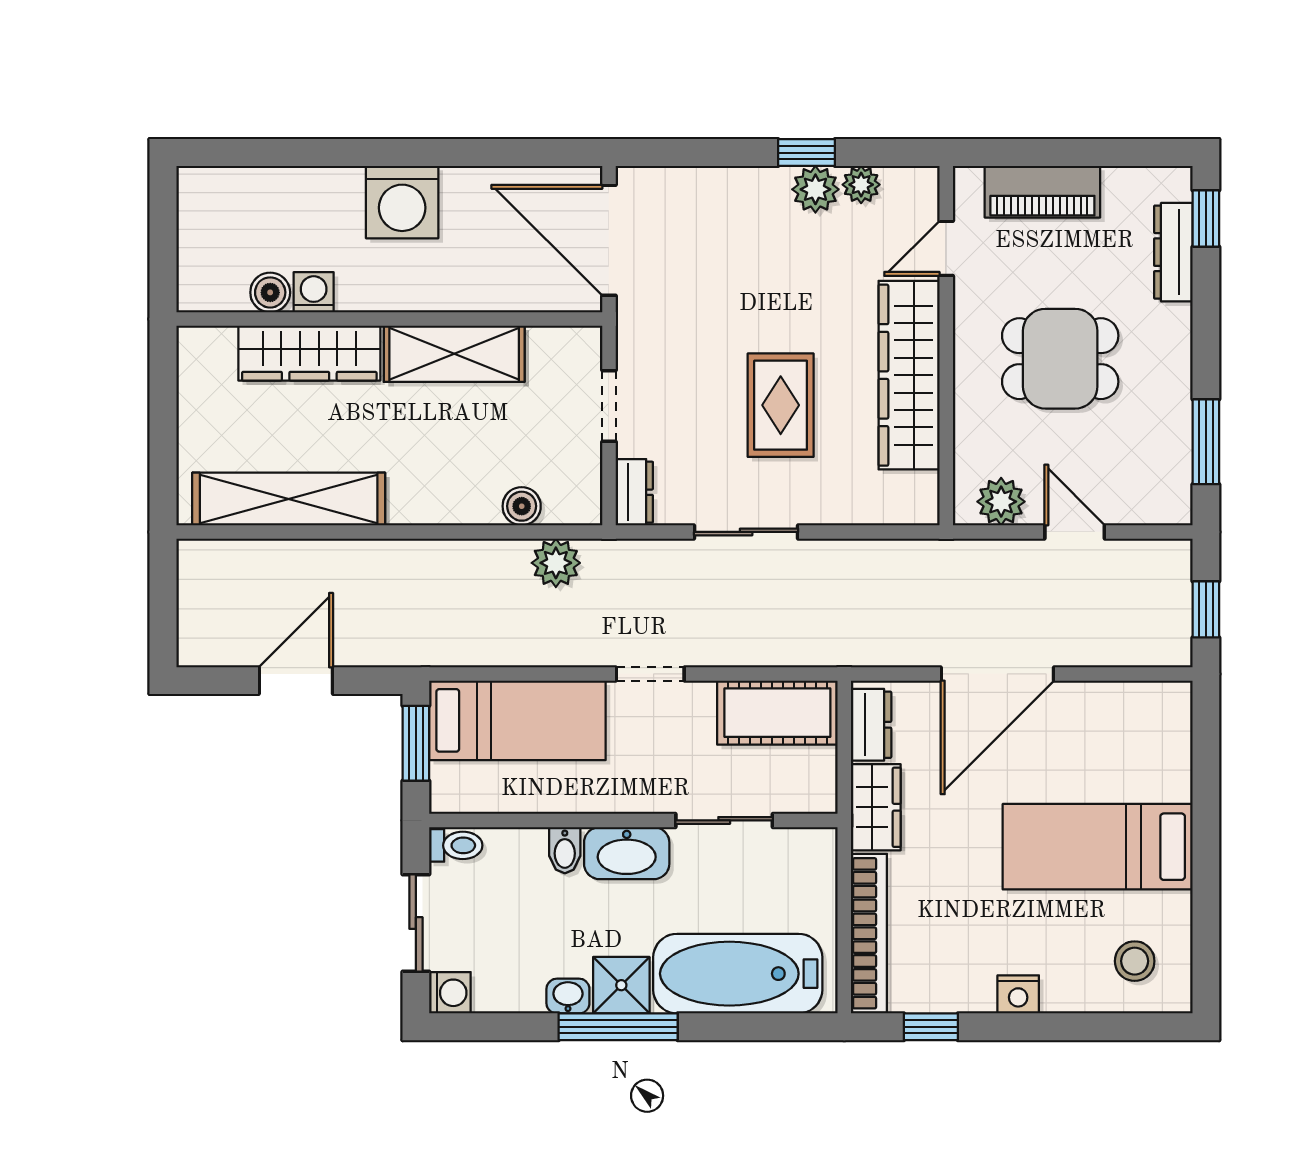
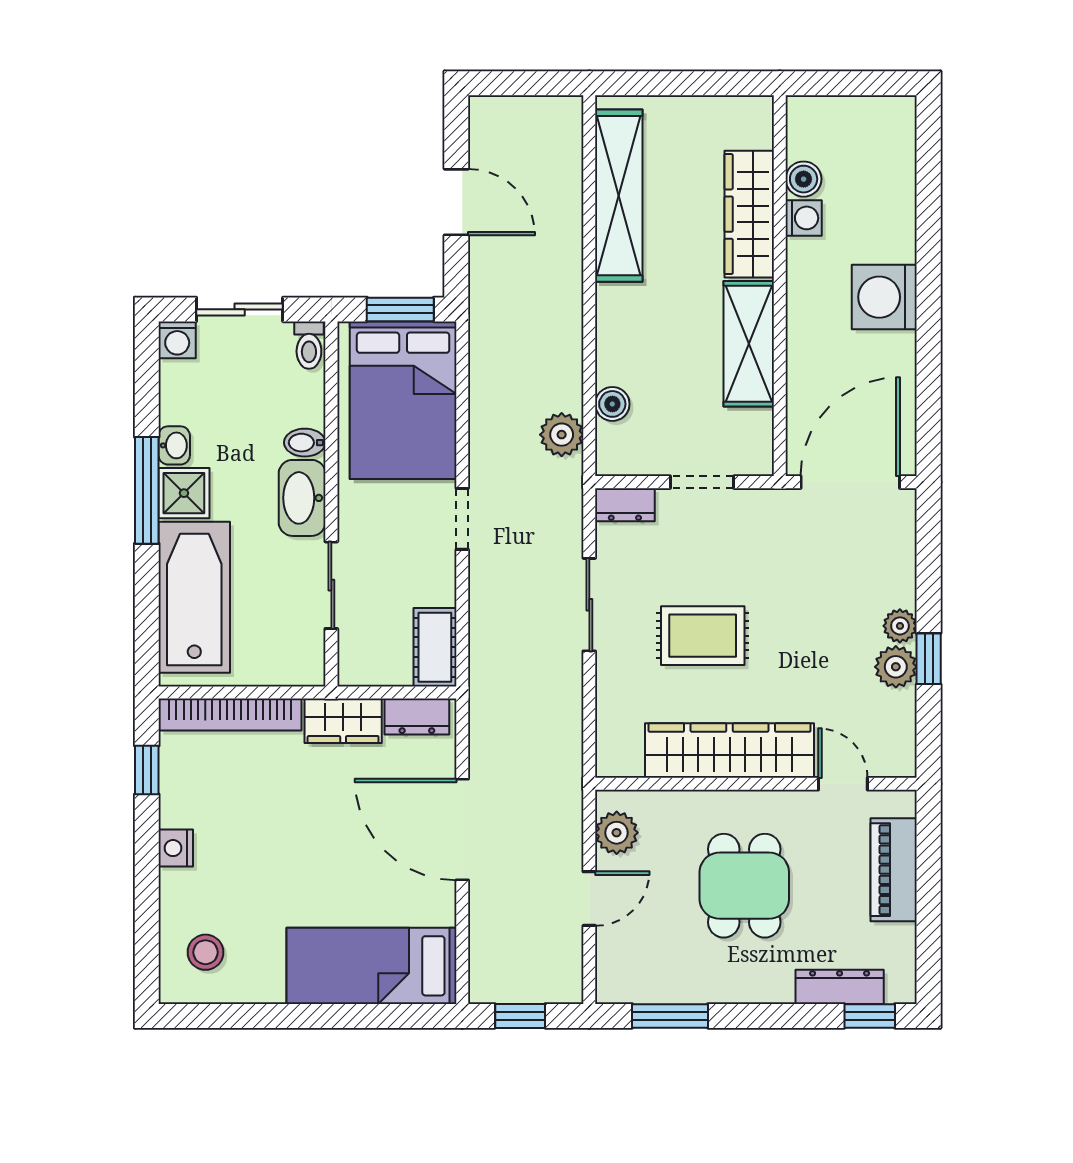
plant: (861, 185) -> (900, 626), moved
cot: (777, 713) -> (435, 647), width x0.73, depth x0.75
bed: (517, 720) -> (403, 400), width x1.50
bed: (1098, 847) -> (371, 966), moved, turned -90

